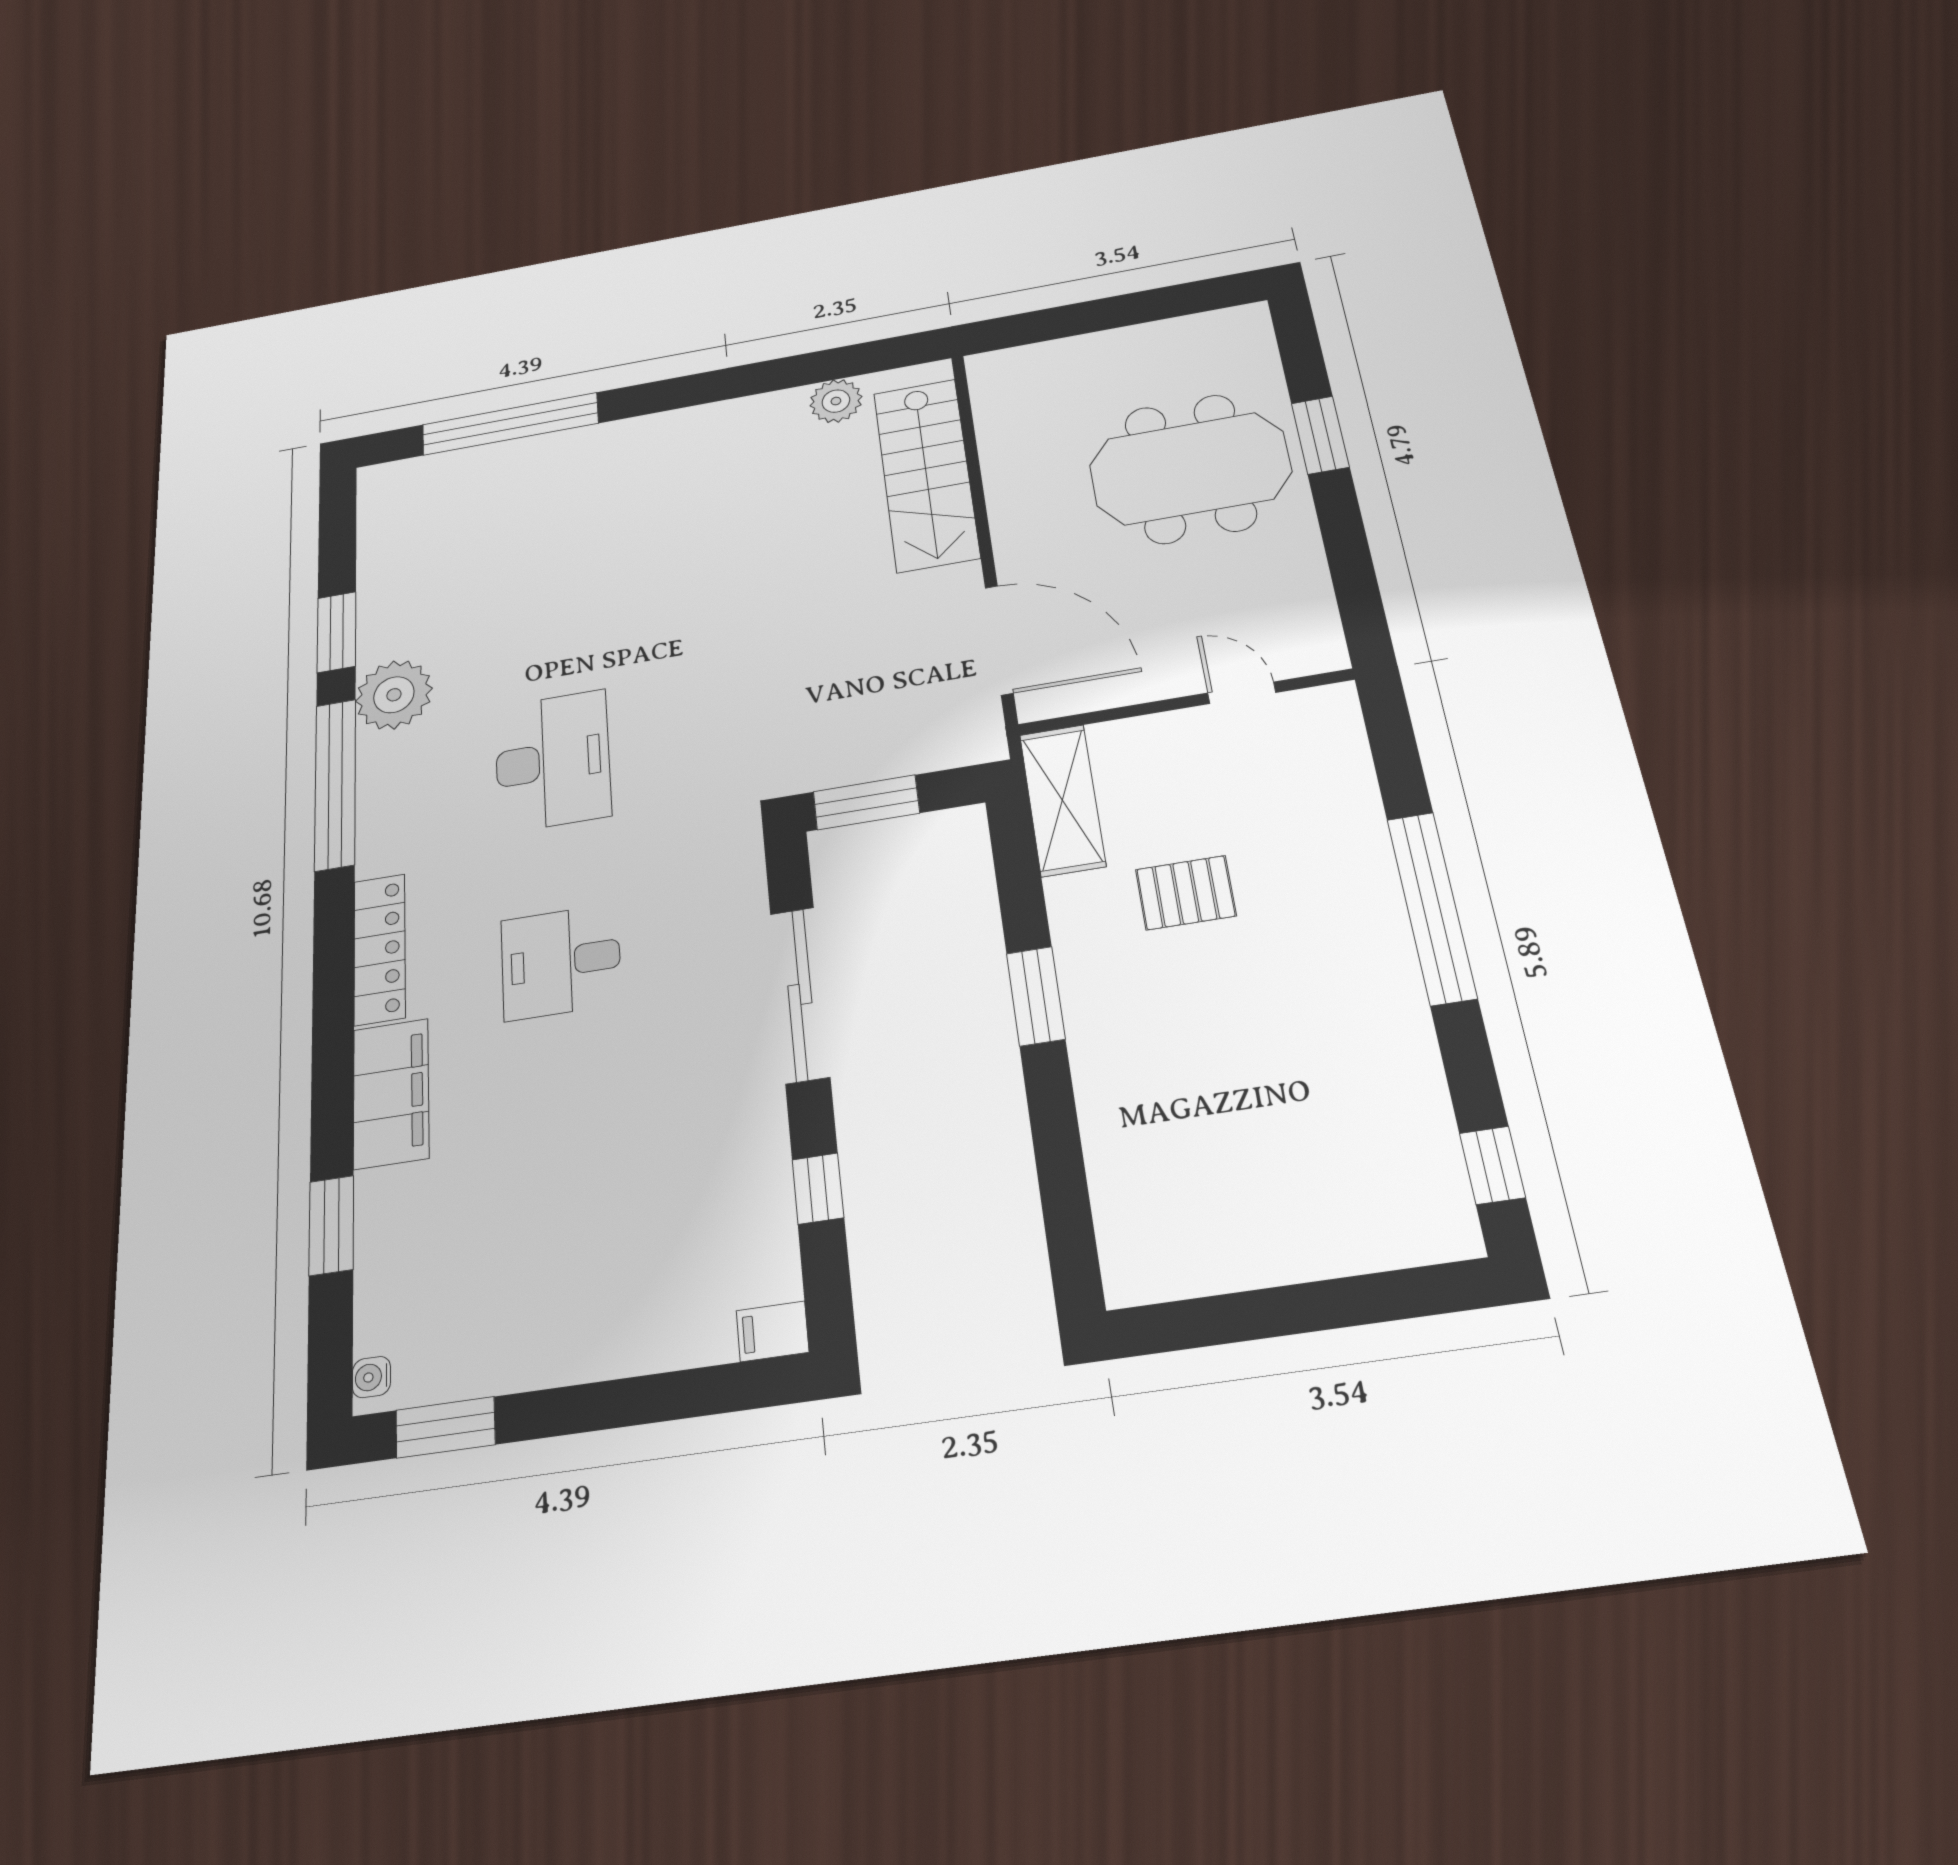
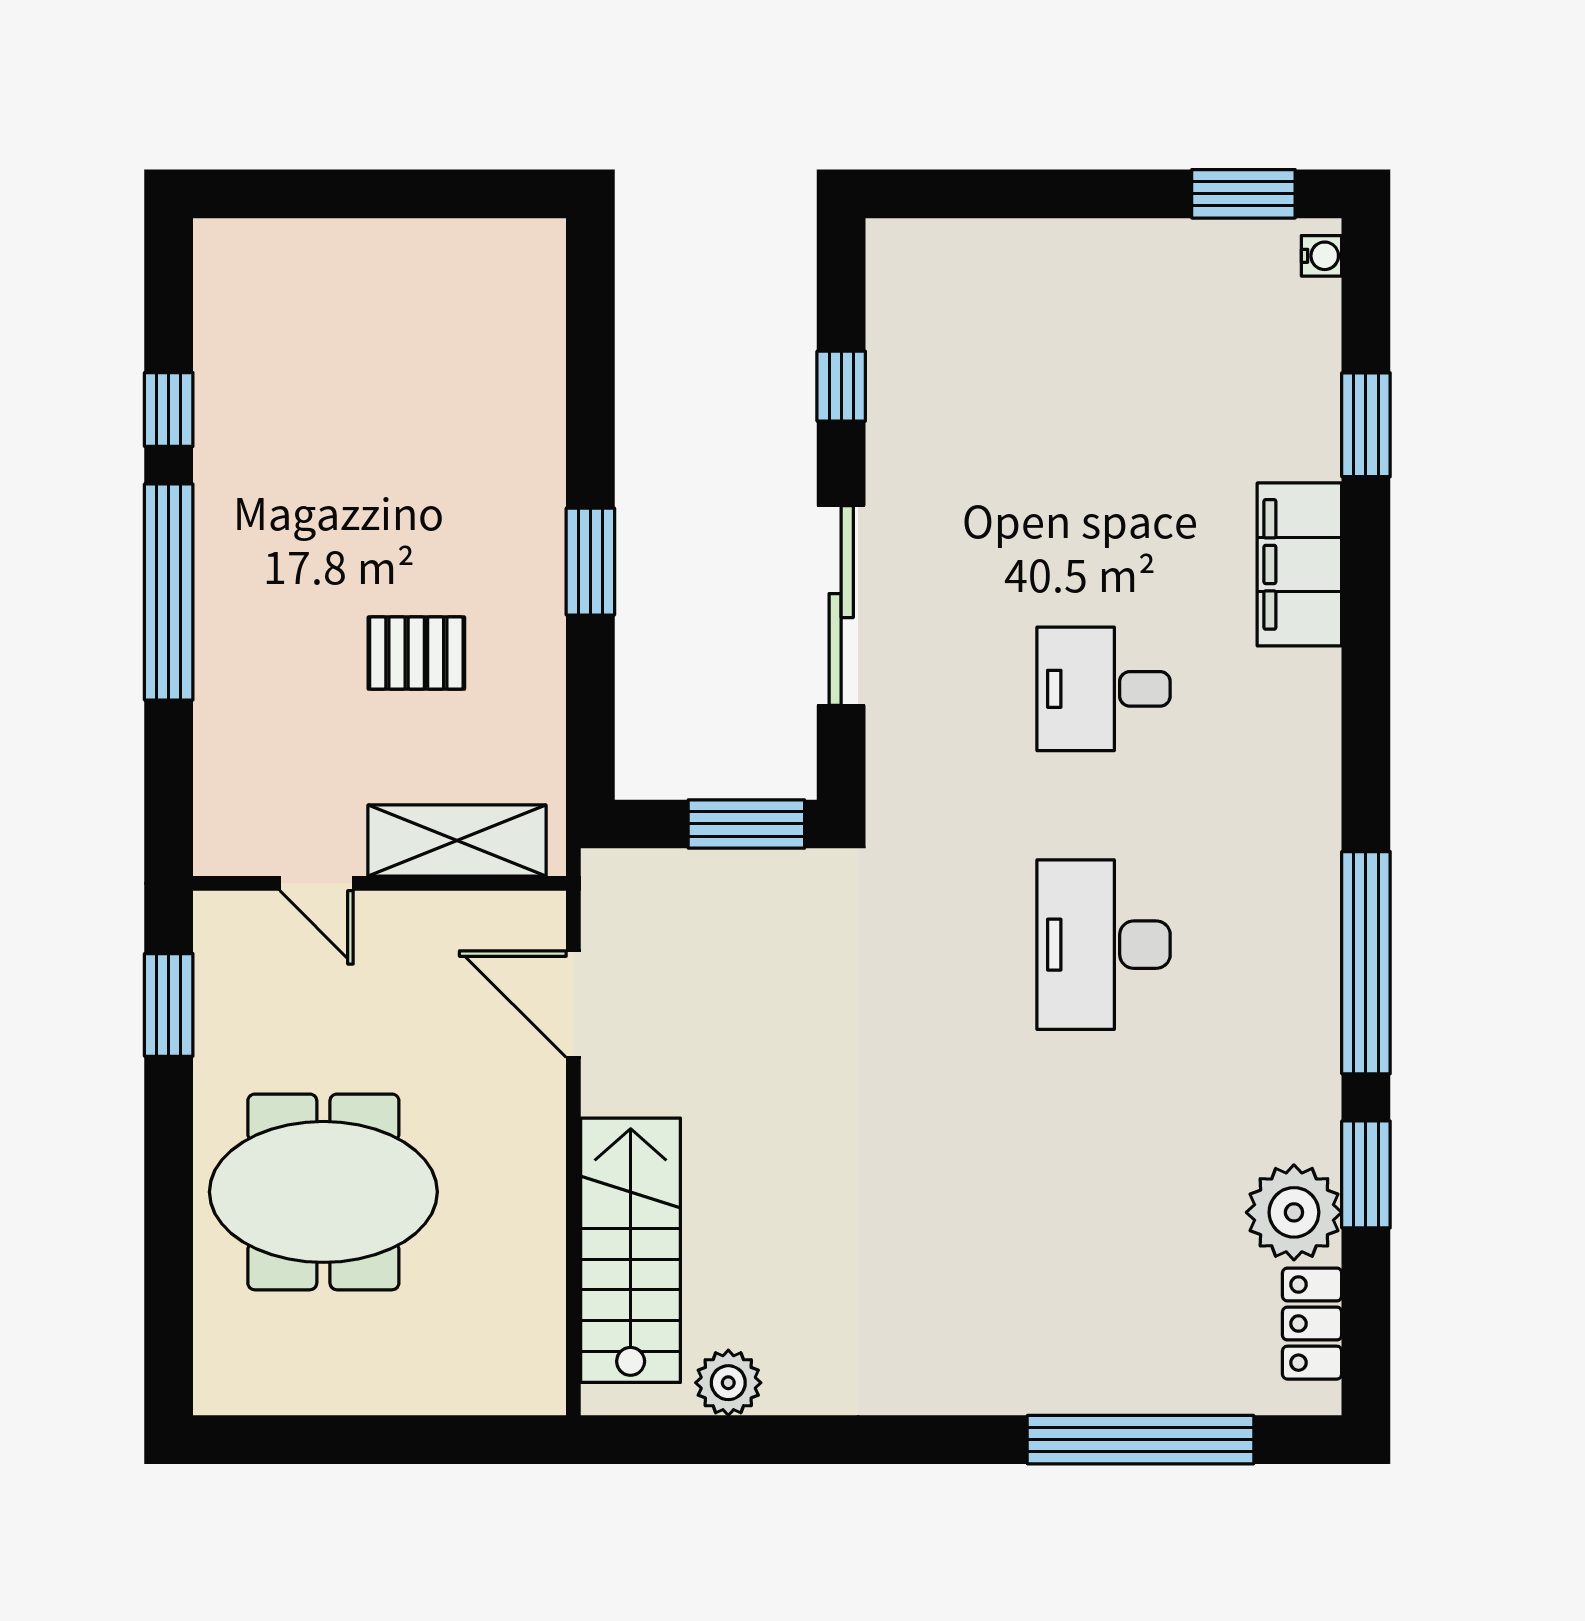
window: (1320, 435) -> (169, 1005), moved
door: (999, 640) -> (573, 1004), width x0.73
plant: (394, 695) -> (1294, 1212), moved
shelving: (1062, 800) -> (457, 840), moved, turned 90
locker: (380, 949) -> (1312, 1324), moved, width x0.66
desk: (561, 962) -> (1104, 689), turned 180
window: (1492, 1165) -> (169, 409), moved
filing cabinet: (773, 1331) -> (901, 245), removed

